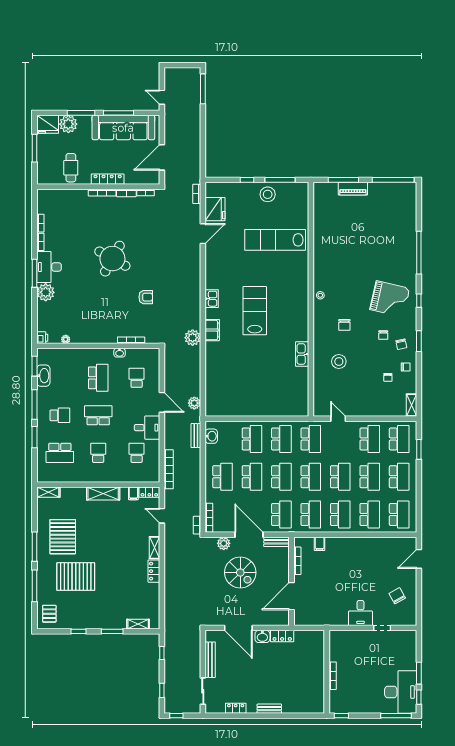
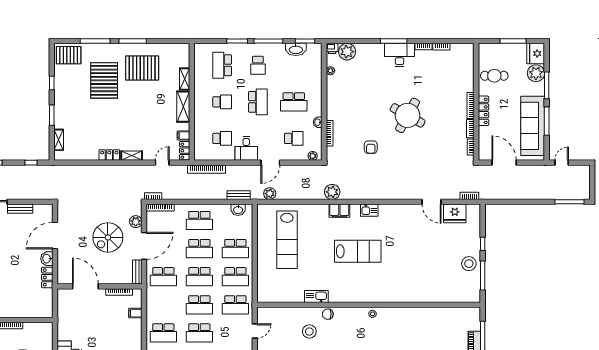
lab bench: (275, 240) -> (287, 240), moved, turned 180
plant: (46, 292) -> (347, 52), moved
chair: (344, 325) -> (328, 314), moved
plant: (155, 358) -> (313, 156), added
shelving: (48, 492) -> (185, 79), moved
school desk: (311, 514) -> (163, 305), removed
pallet: (49, 614) -> (69, 55), width x1.50, depth x1.42
bench: (210, 660) -> (20, 209), width x0.73

